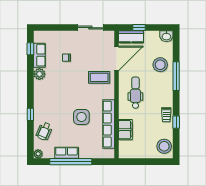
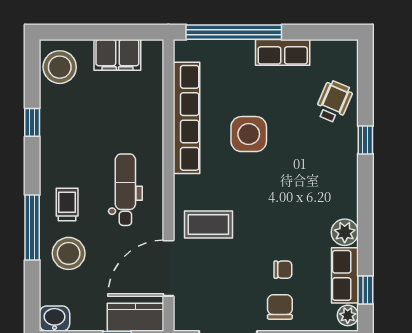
chair: (68, 41) -> (280, 307), added
dental chair: (135, 93) -> (125, 190), turned 180
trolley: (166, 115) -> (67, 205), moved
filing cabinet: (125, 130) -> (117, 55), moved, turned -90
plant: (38, 154) -> (348, 315), moved
window: (71, 162) -> (234, 32), moved

